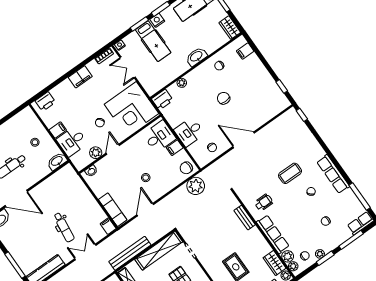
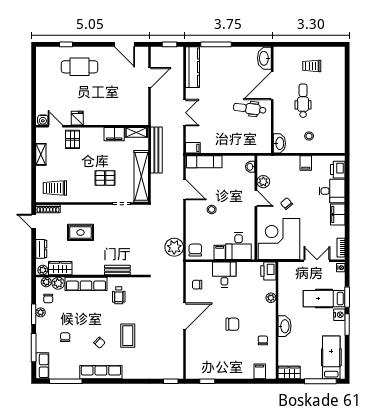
desk: (72, 141) -> (332, 191), moved, turned 90
dental chair: (64, 227) -> (250, 109), moved

